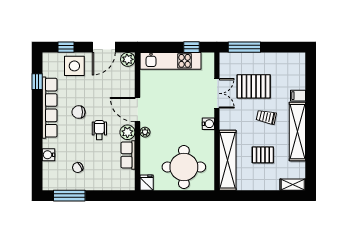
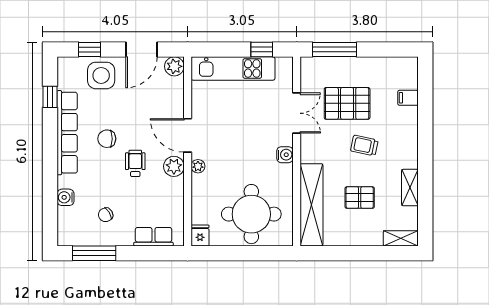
filing cabinet: (298, 96) -> (408, 98), moved
shelving: (297, 132) -> (410, 188), width x0.45, depth x0.75
row of seats: (128, 155) -> (153, 237), moved, turned 90

